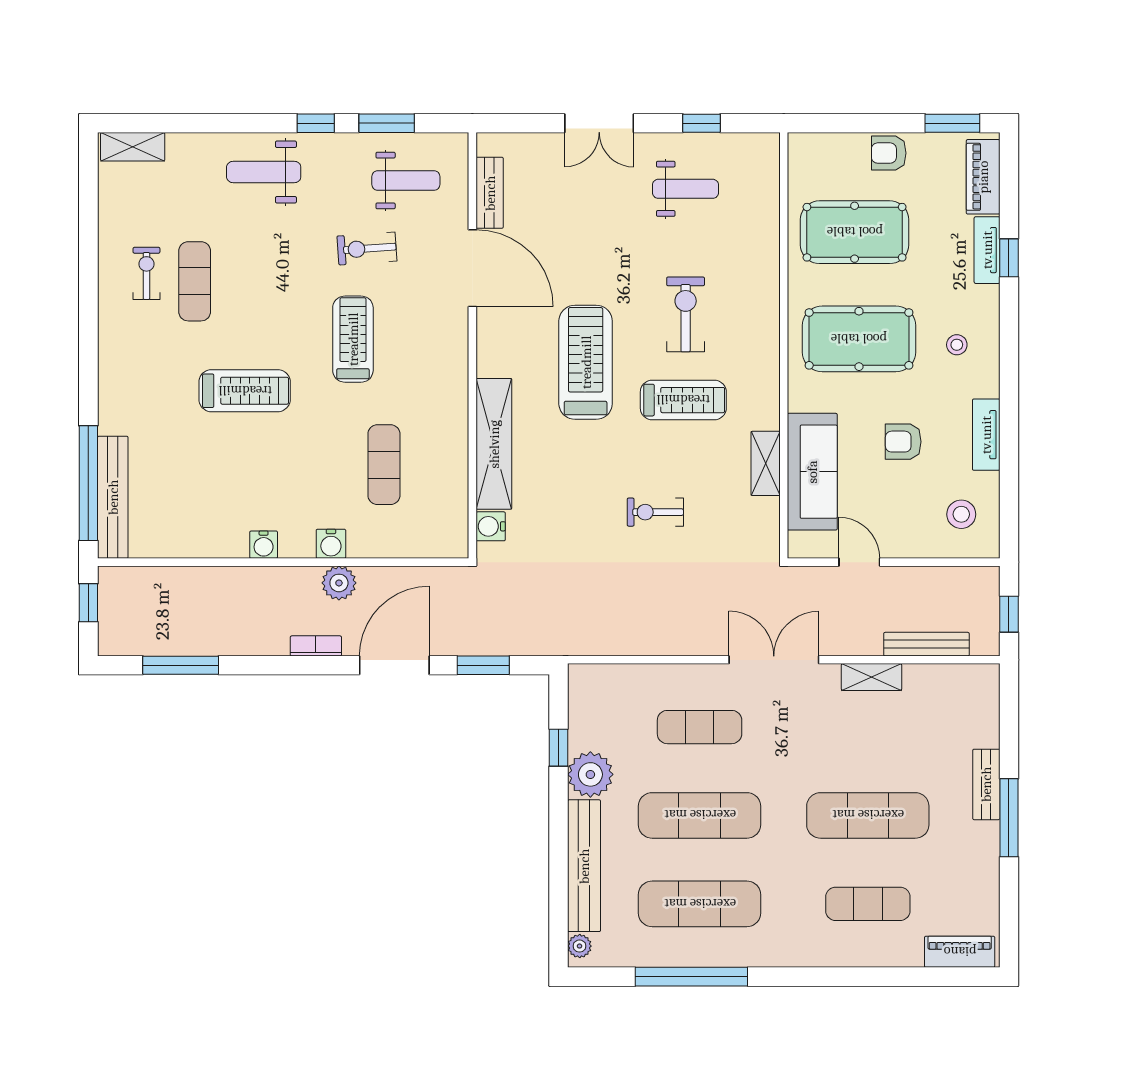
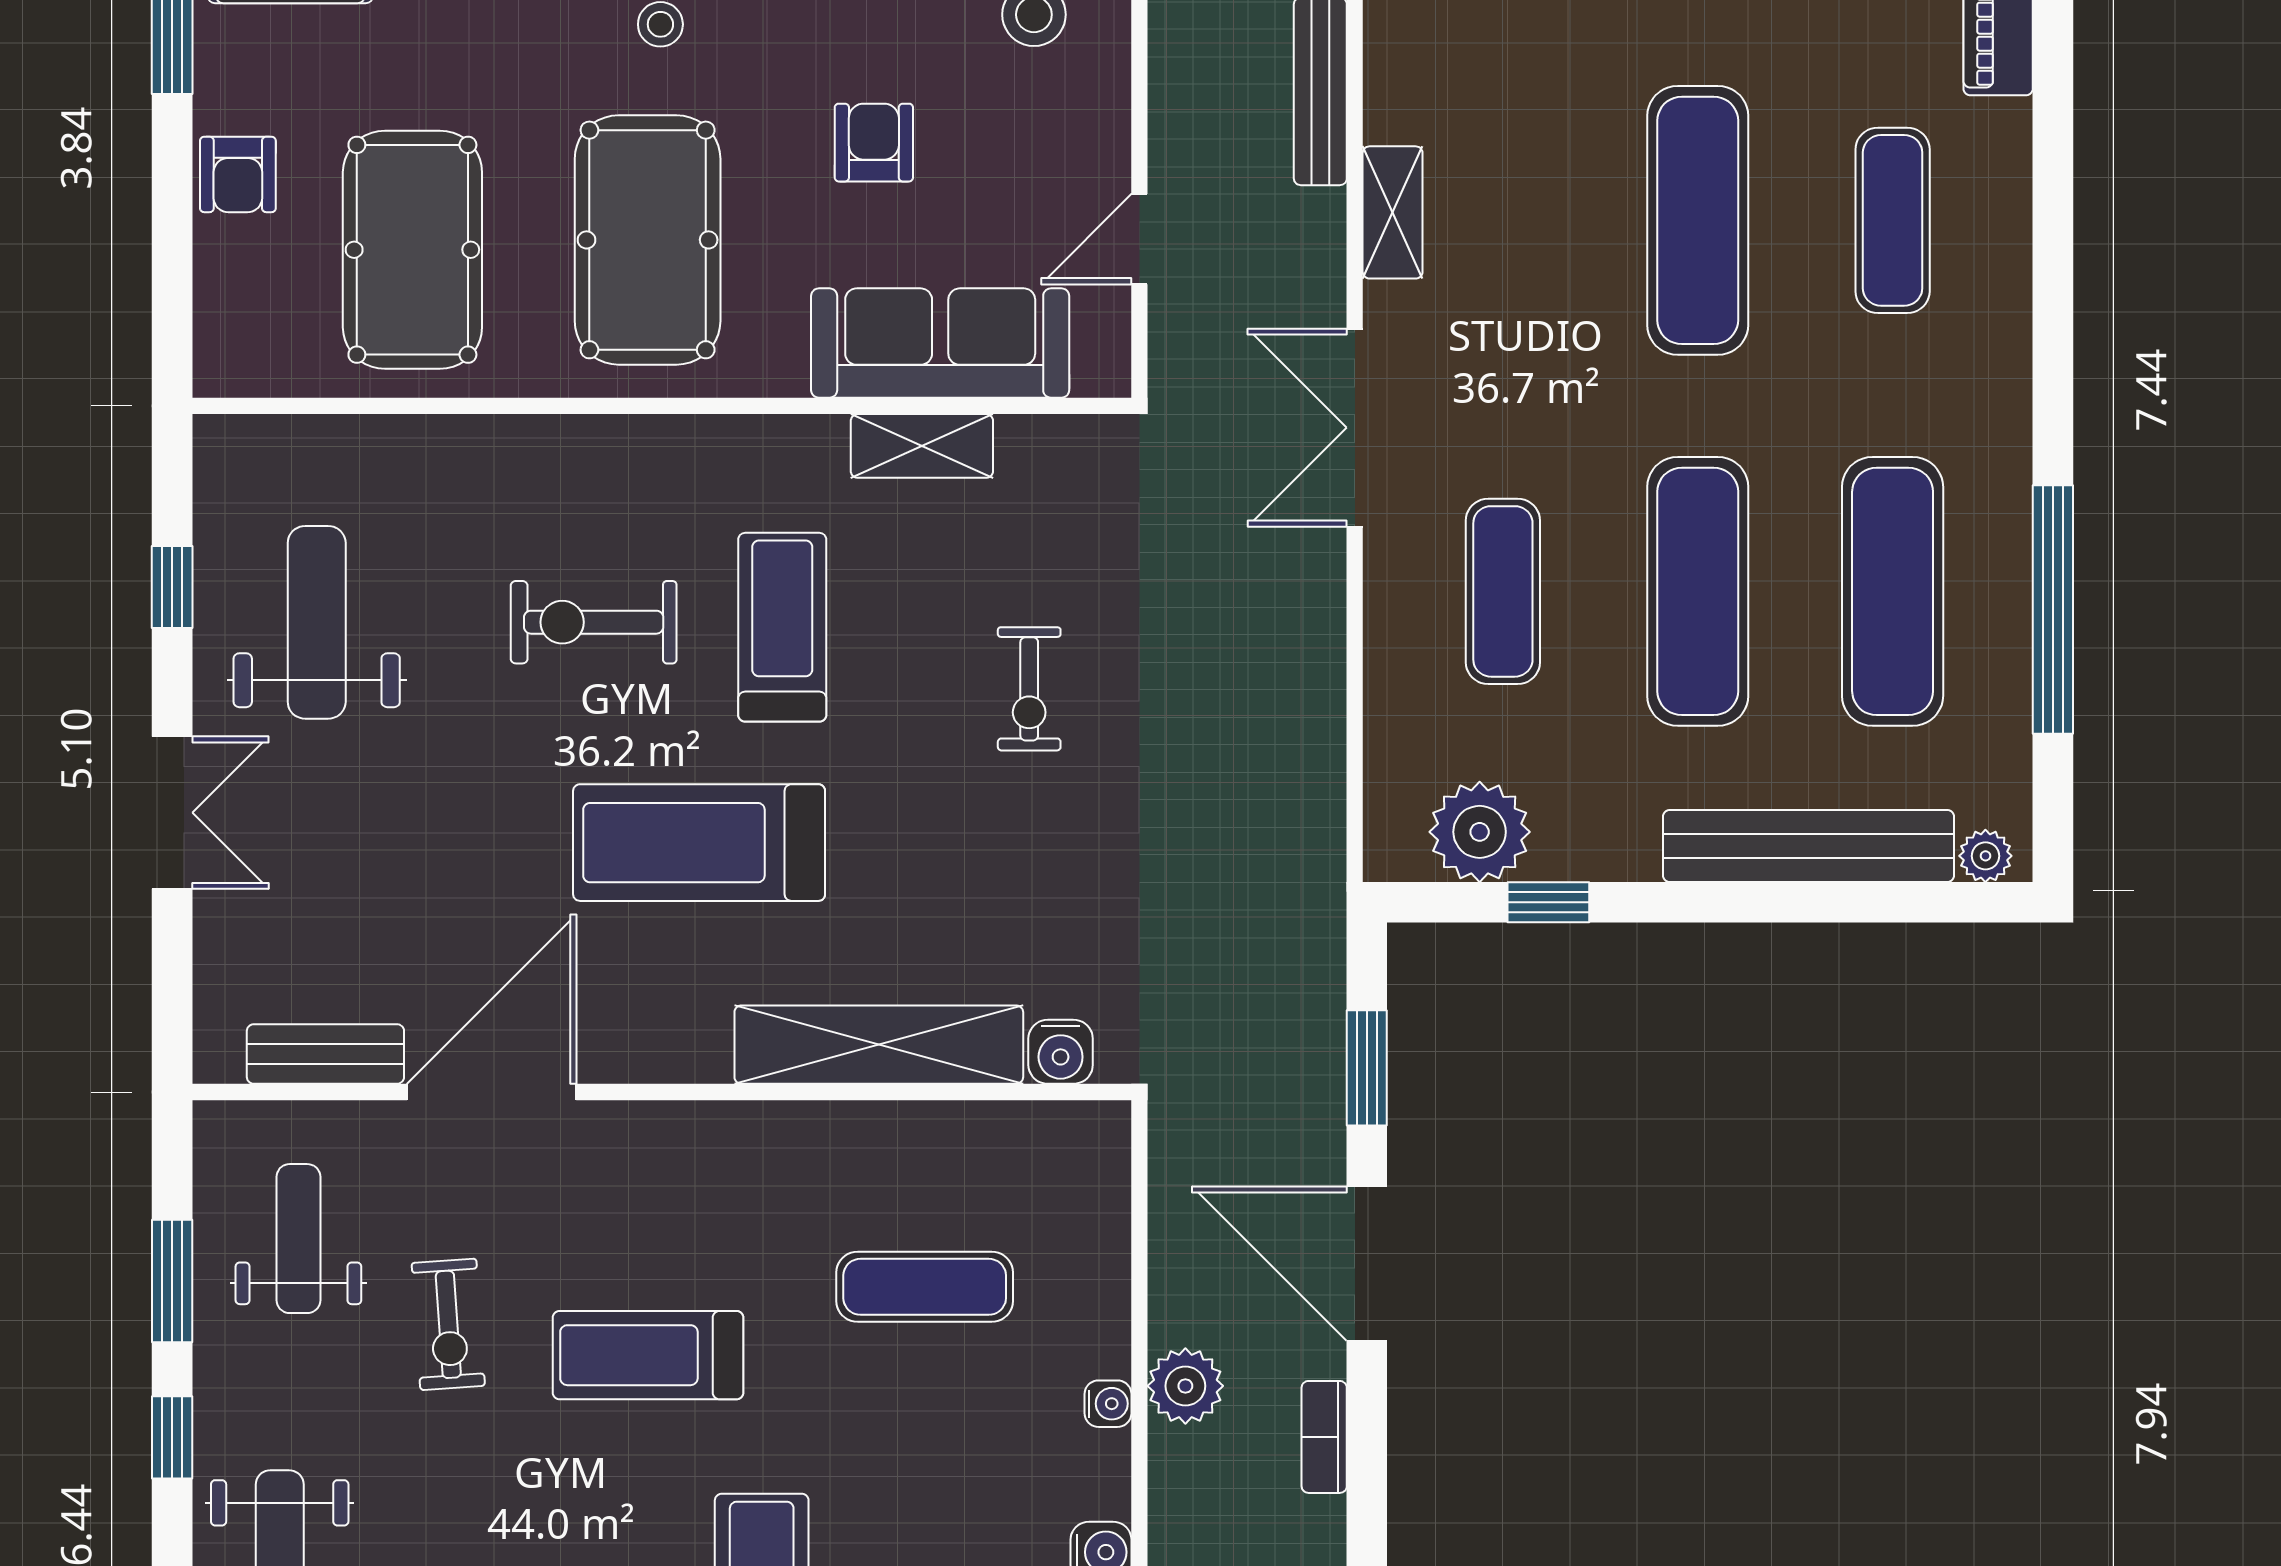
weight bench: (685, 189) -> (317, 622), width x1.36, depth x1.33
armchair: (903, 442) -> (874, 143), turned 180
water cooler: (331, 544) -> (1108, 1404), width x0.72, depth x0.72
plant: (590, 774) -> (1480, 832), moved

